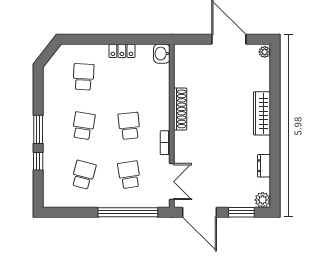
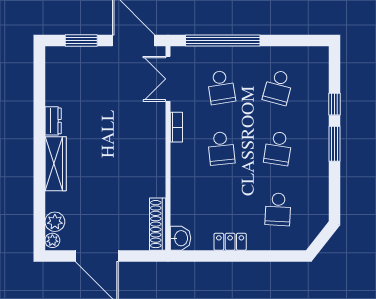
shoe rack: (180, 109) -> (158, 224), moved
dresser: (264, 166) -> (53, 121), moved
plant: (263, 200) -> (55, 222), moved

